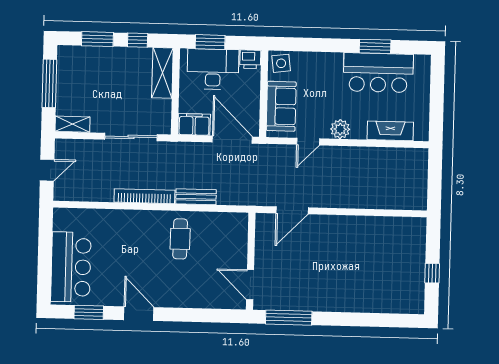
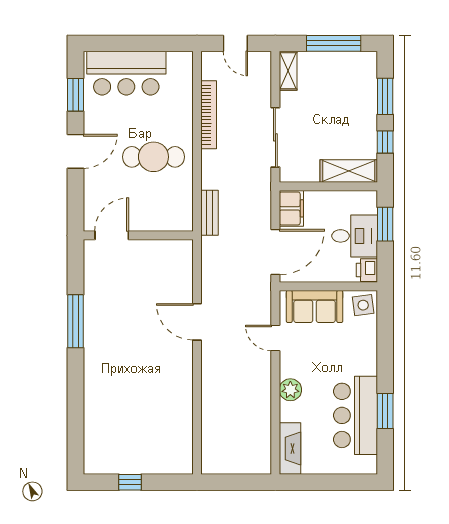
desk: (213, 69) -> (355, 236), width x0.73
plant: (340, 129) -> (290, 390), moved
fireplace: (390, 131) -> (290, 449), moved
bookcase: (144, 196) -> (209, 115), moved
cafe table: (180, 239) -> (153, 157), moved, width x1.37, depth x1.35
wall: (251, 261) -> (138, 235), moved
door: (250, 285) -> (112, 235), moved

